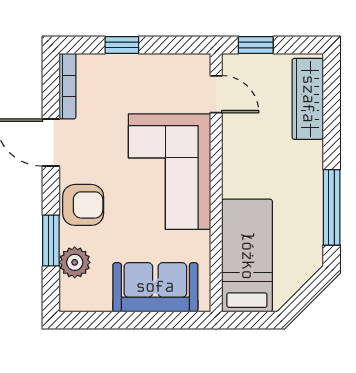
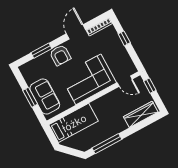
door: (216, 94) -> (125, 81), hinge flipped
plant: (75, 262) -> (38, 63), removed
window: (140, 320) -> (30, 97), added

